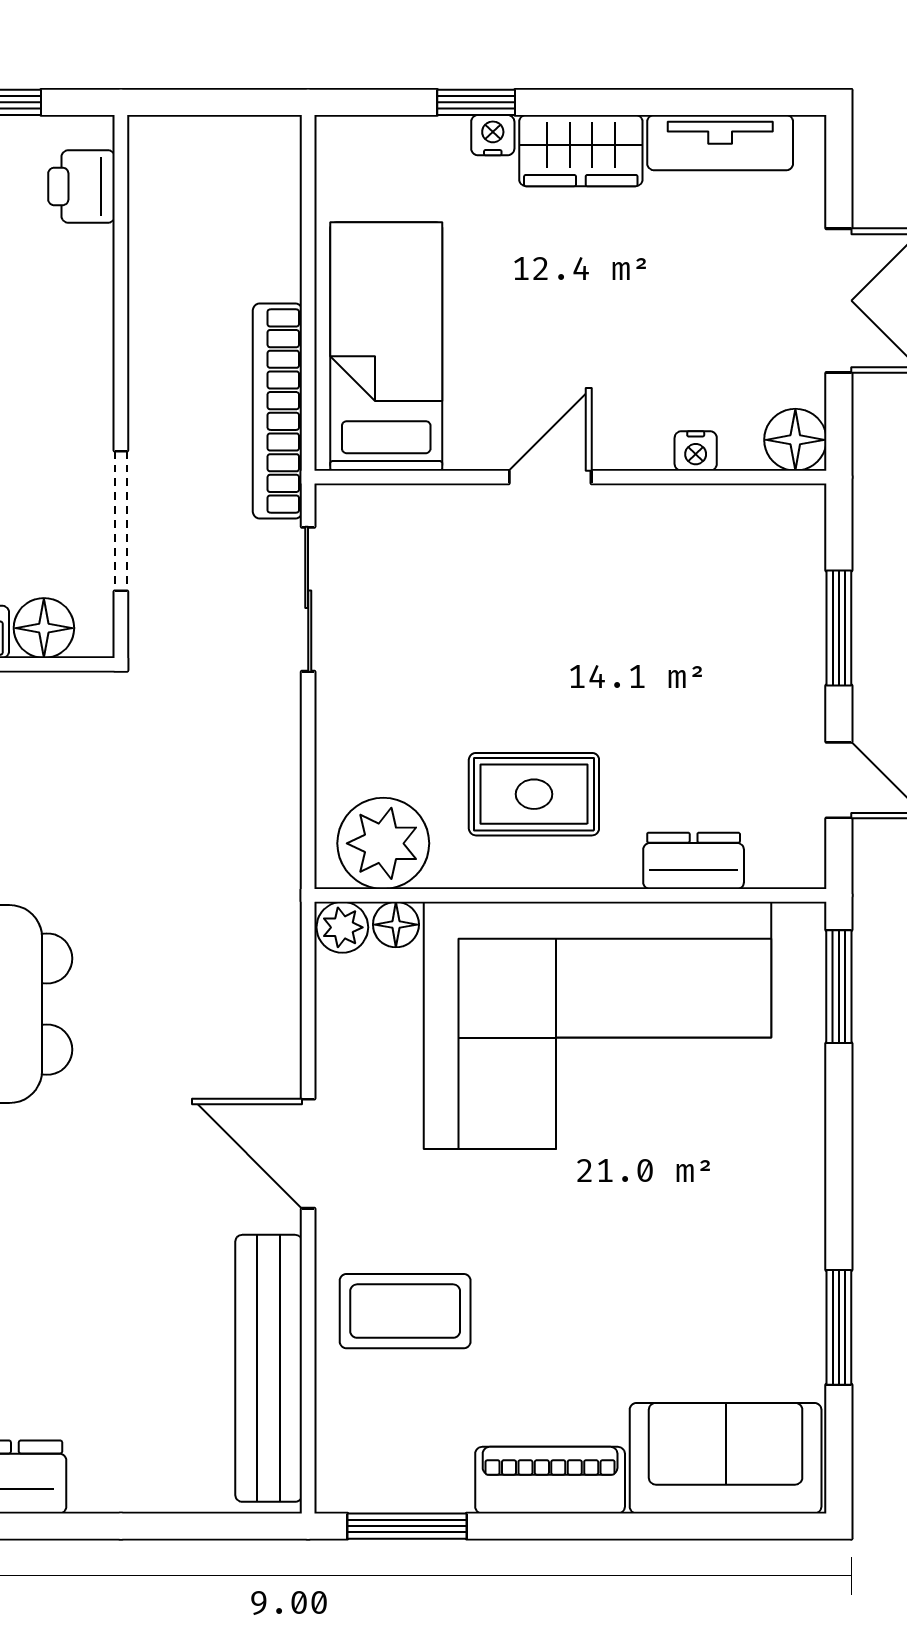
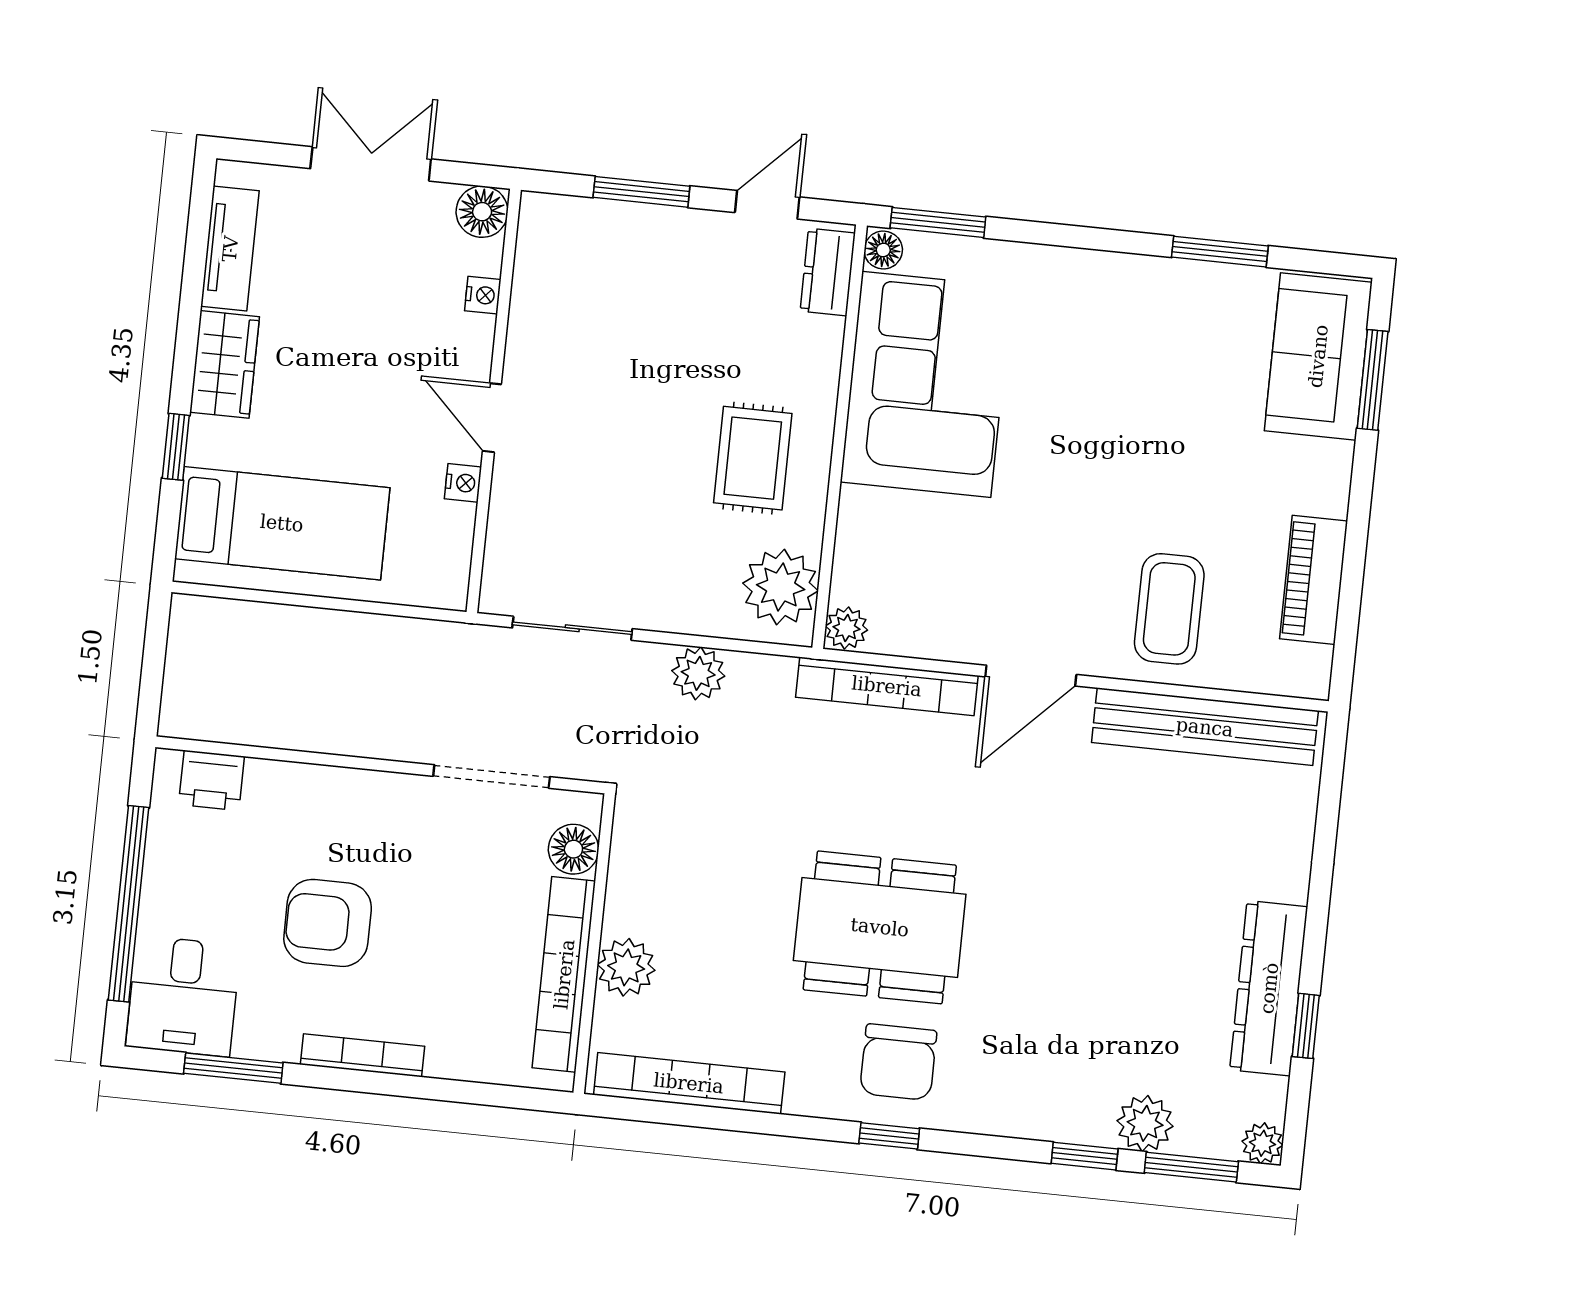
nightstand: (493, 135) -> (463, 483), moved, turned 180
bed: (386, 346) -> (282, 523), moved, turned 180
bookcase: (277, 411) -> (887, 686), moved
plant: (270, 755) -> (698, 673), added
dresser: (694, 861) -> (828, 272), moved
floor lamp: (396, 925) -> (883, 250), moved
corner sofa: (598, 1025) -> (926, 384), width x0.73, depth x0.74
piano: (550, 1480) -> (1314, 580), moved
window: (407, 1526) -> (1373, 380), moved

